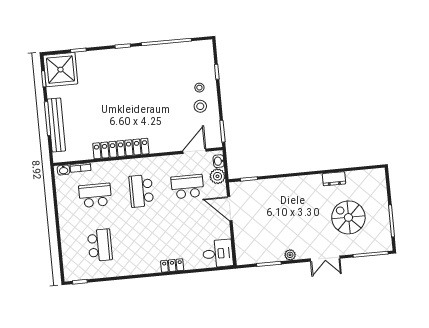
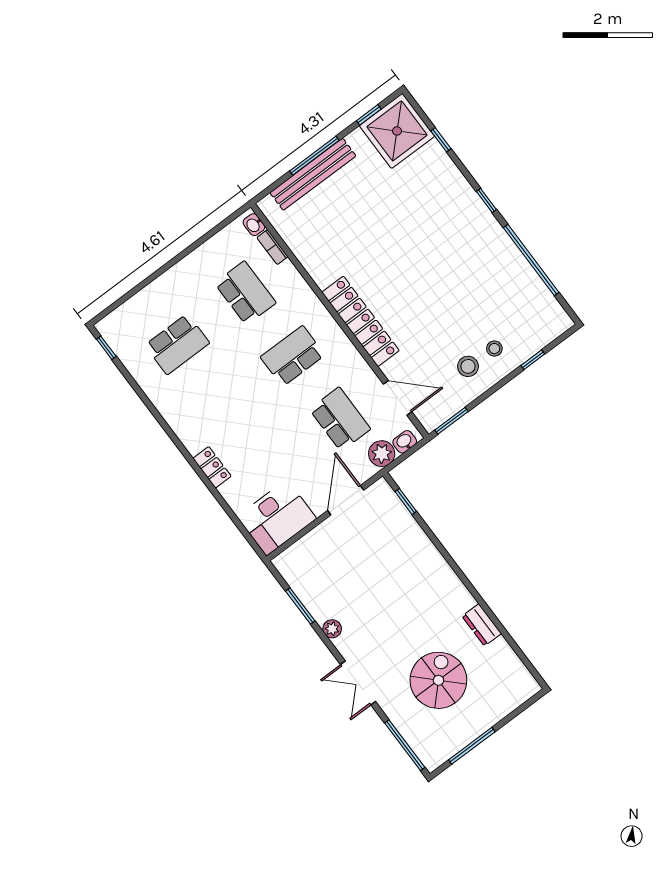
locker: (121, 149) -> (361, 321), moved
desk: (218, 254) -> (277, 518), width x1.37

